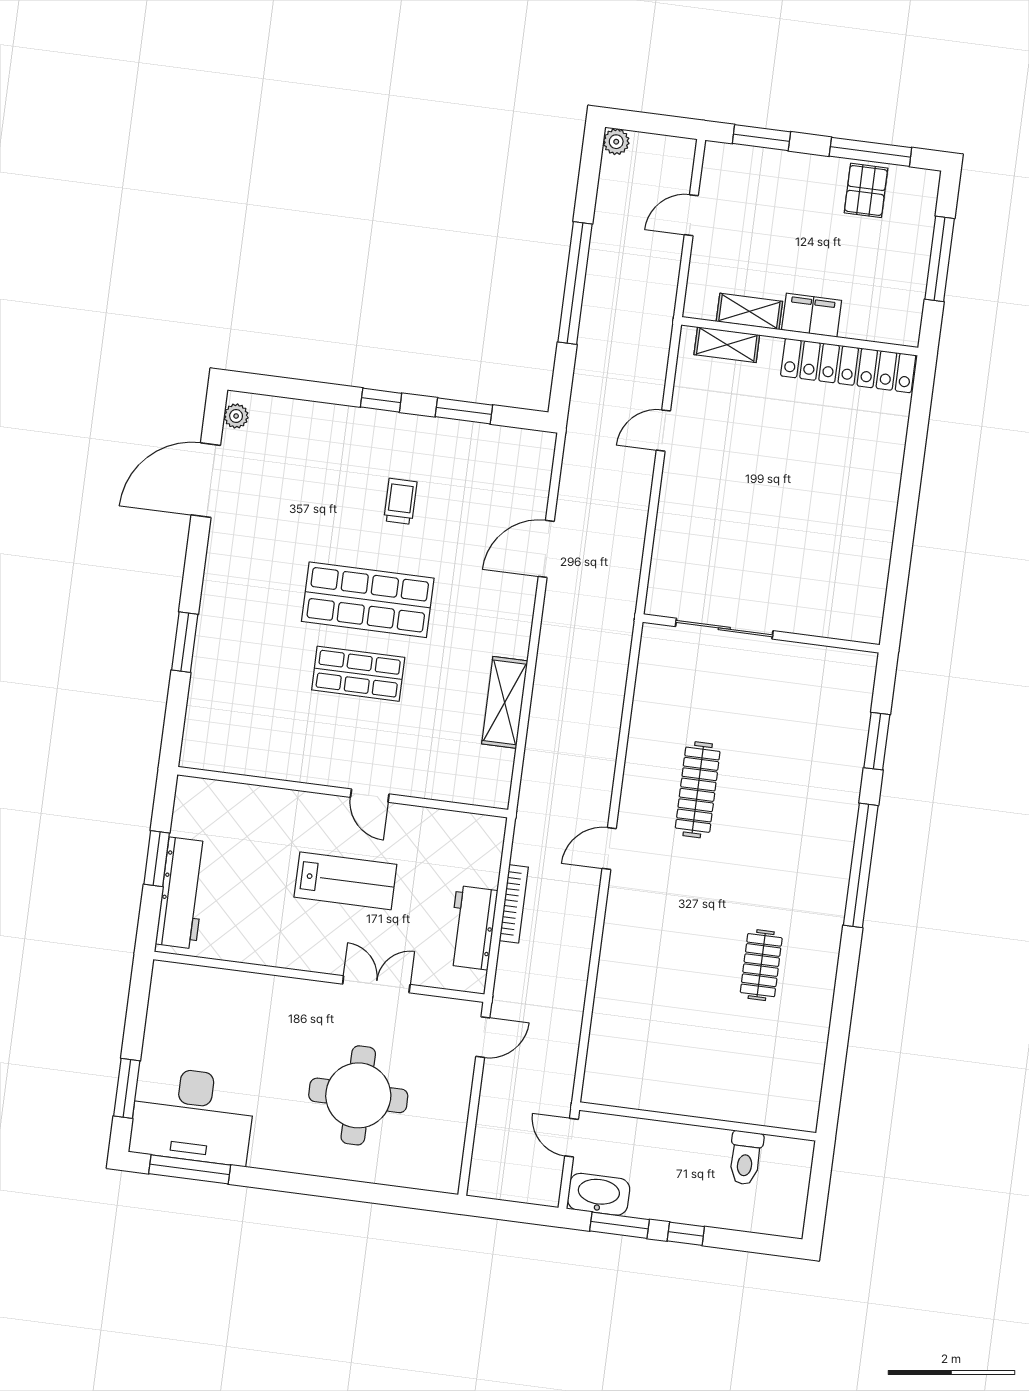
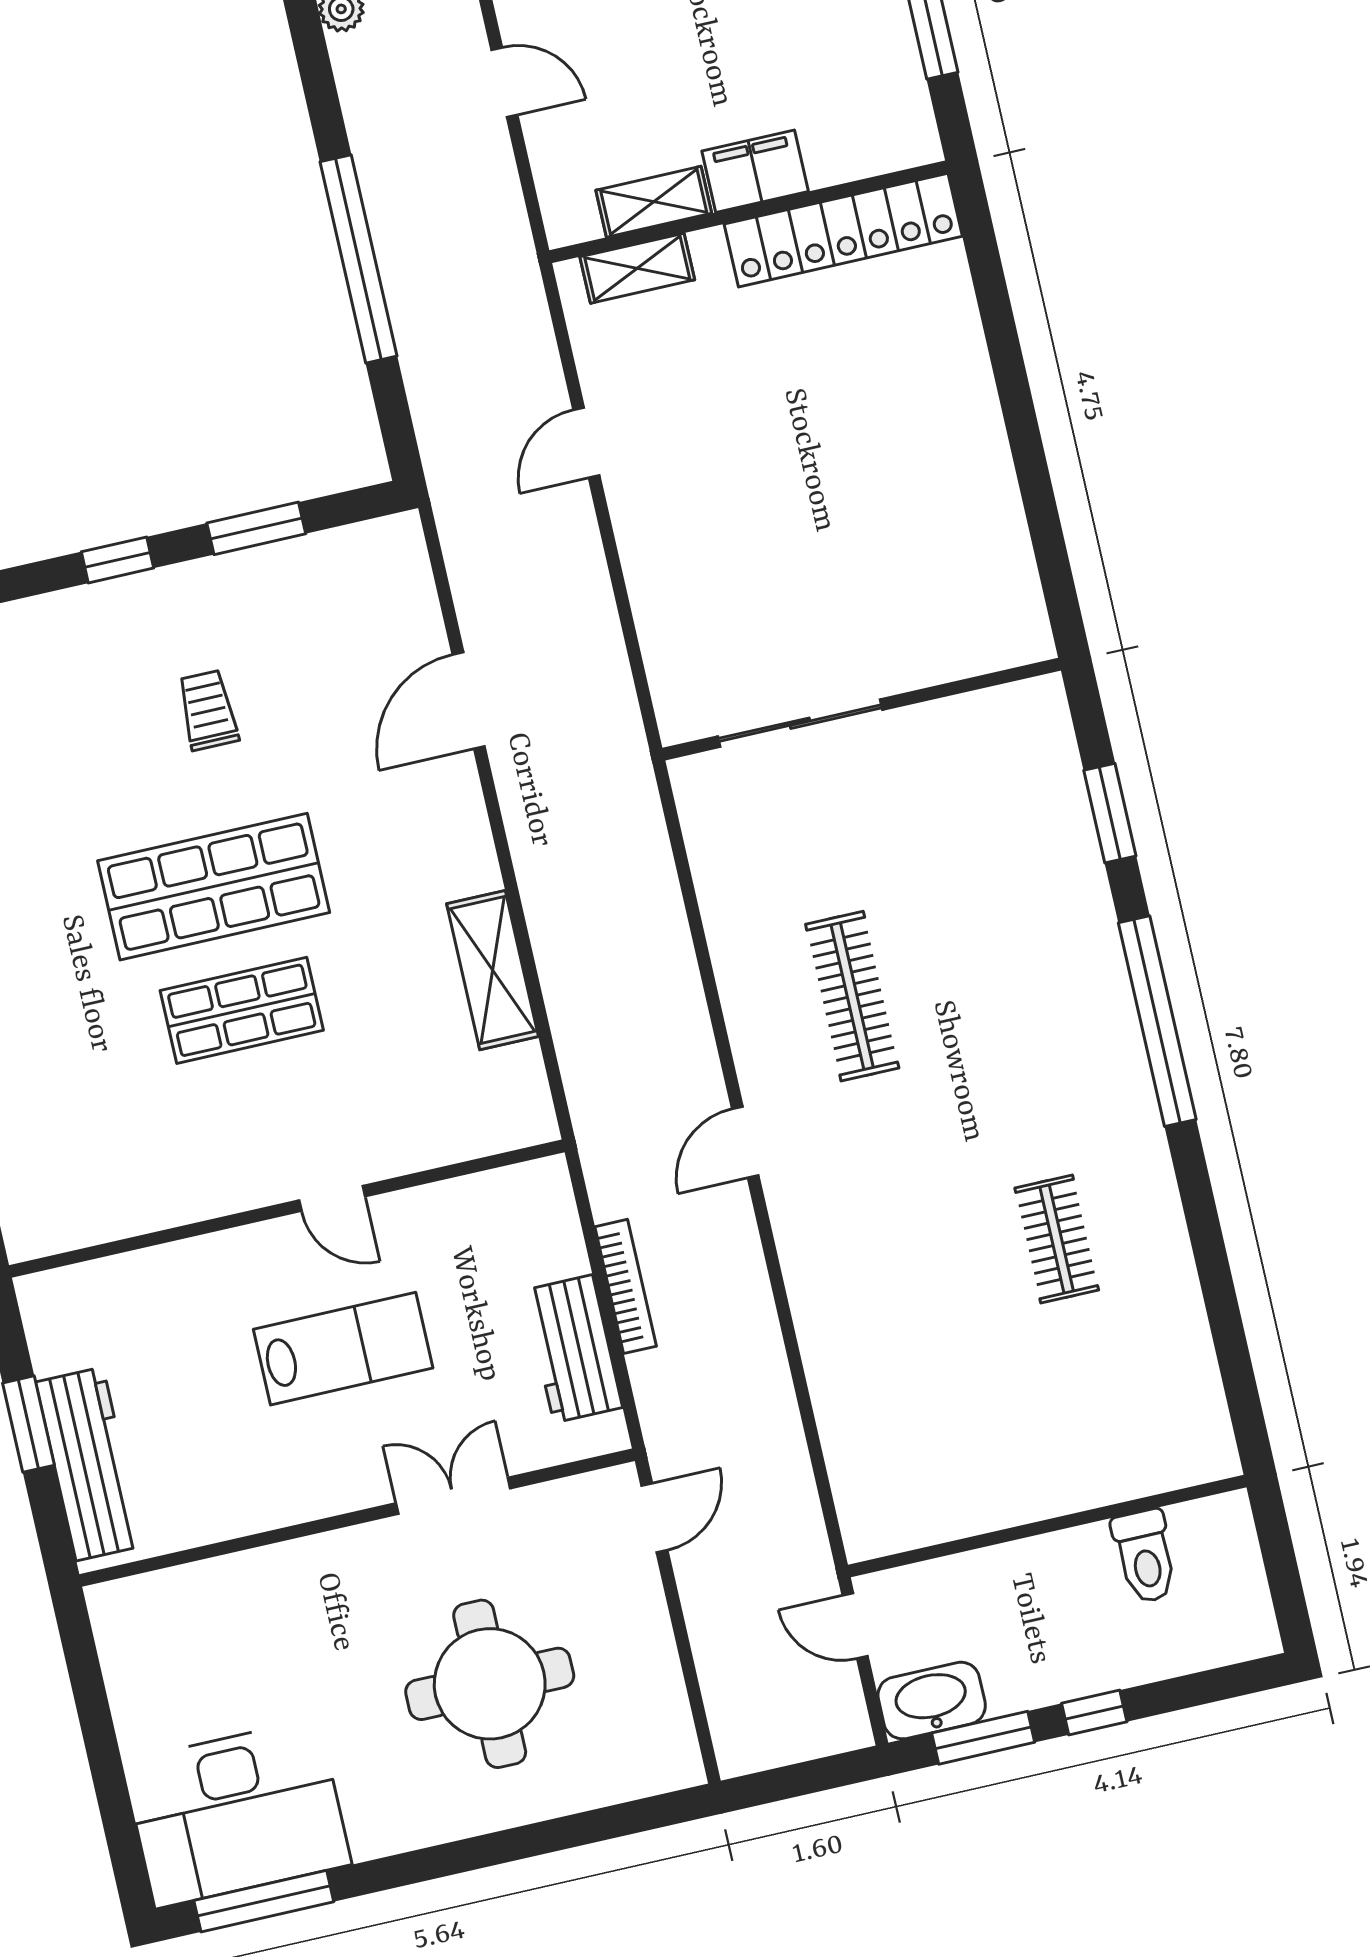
door: (691, 215) -> (504, 82), swing flipped
window: (127, 1088) -> (116, 1809), removed

